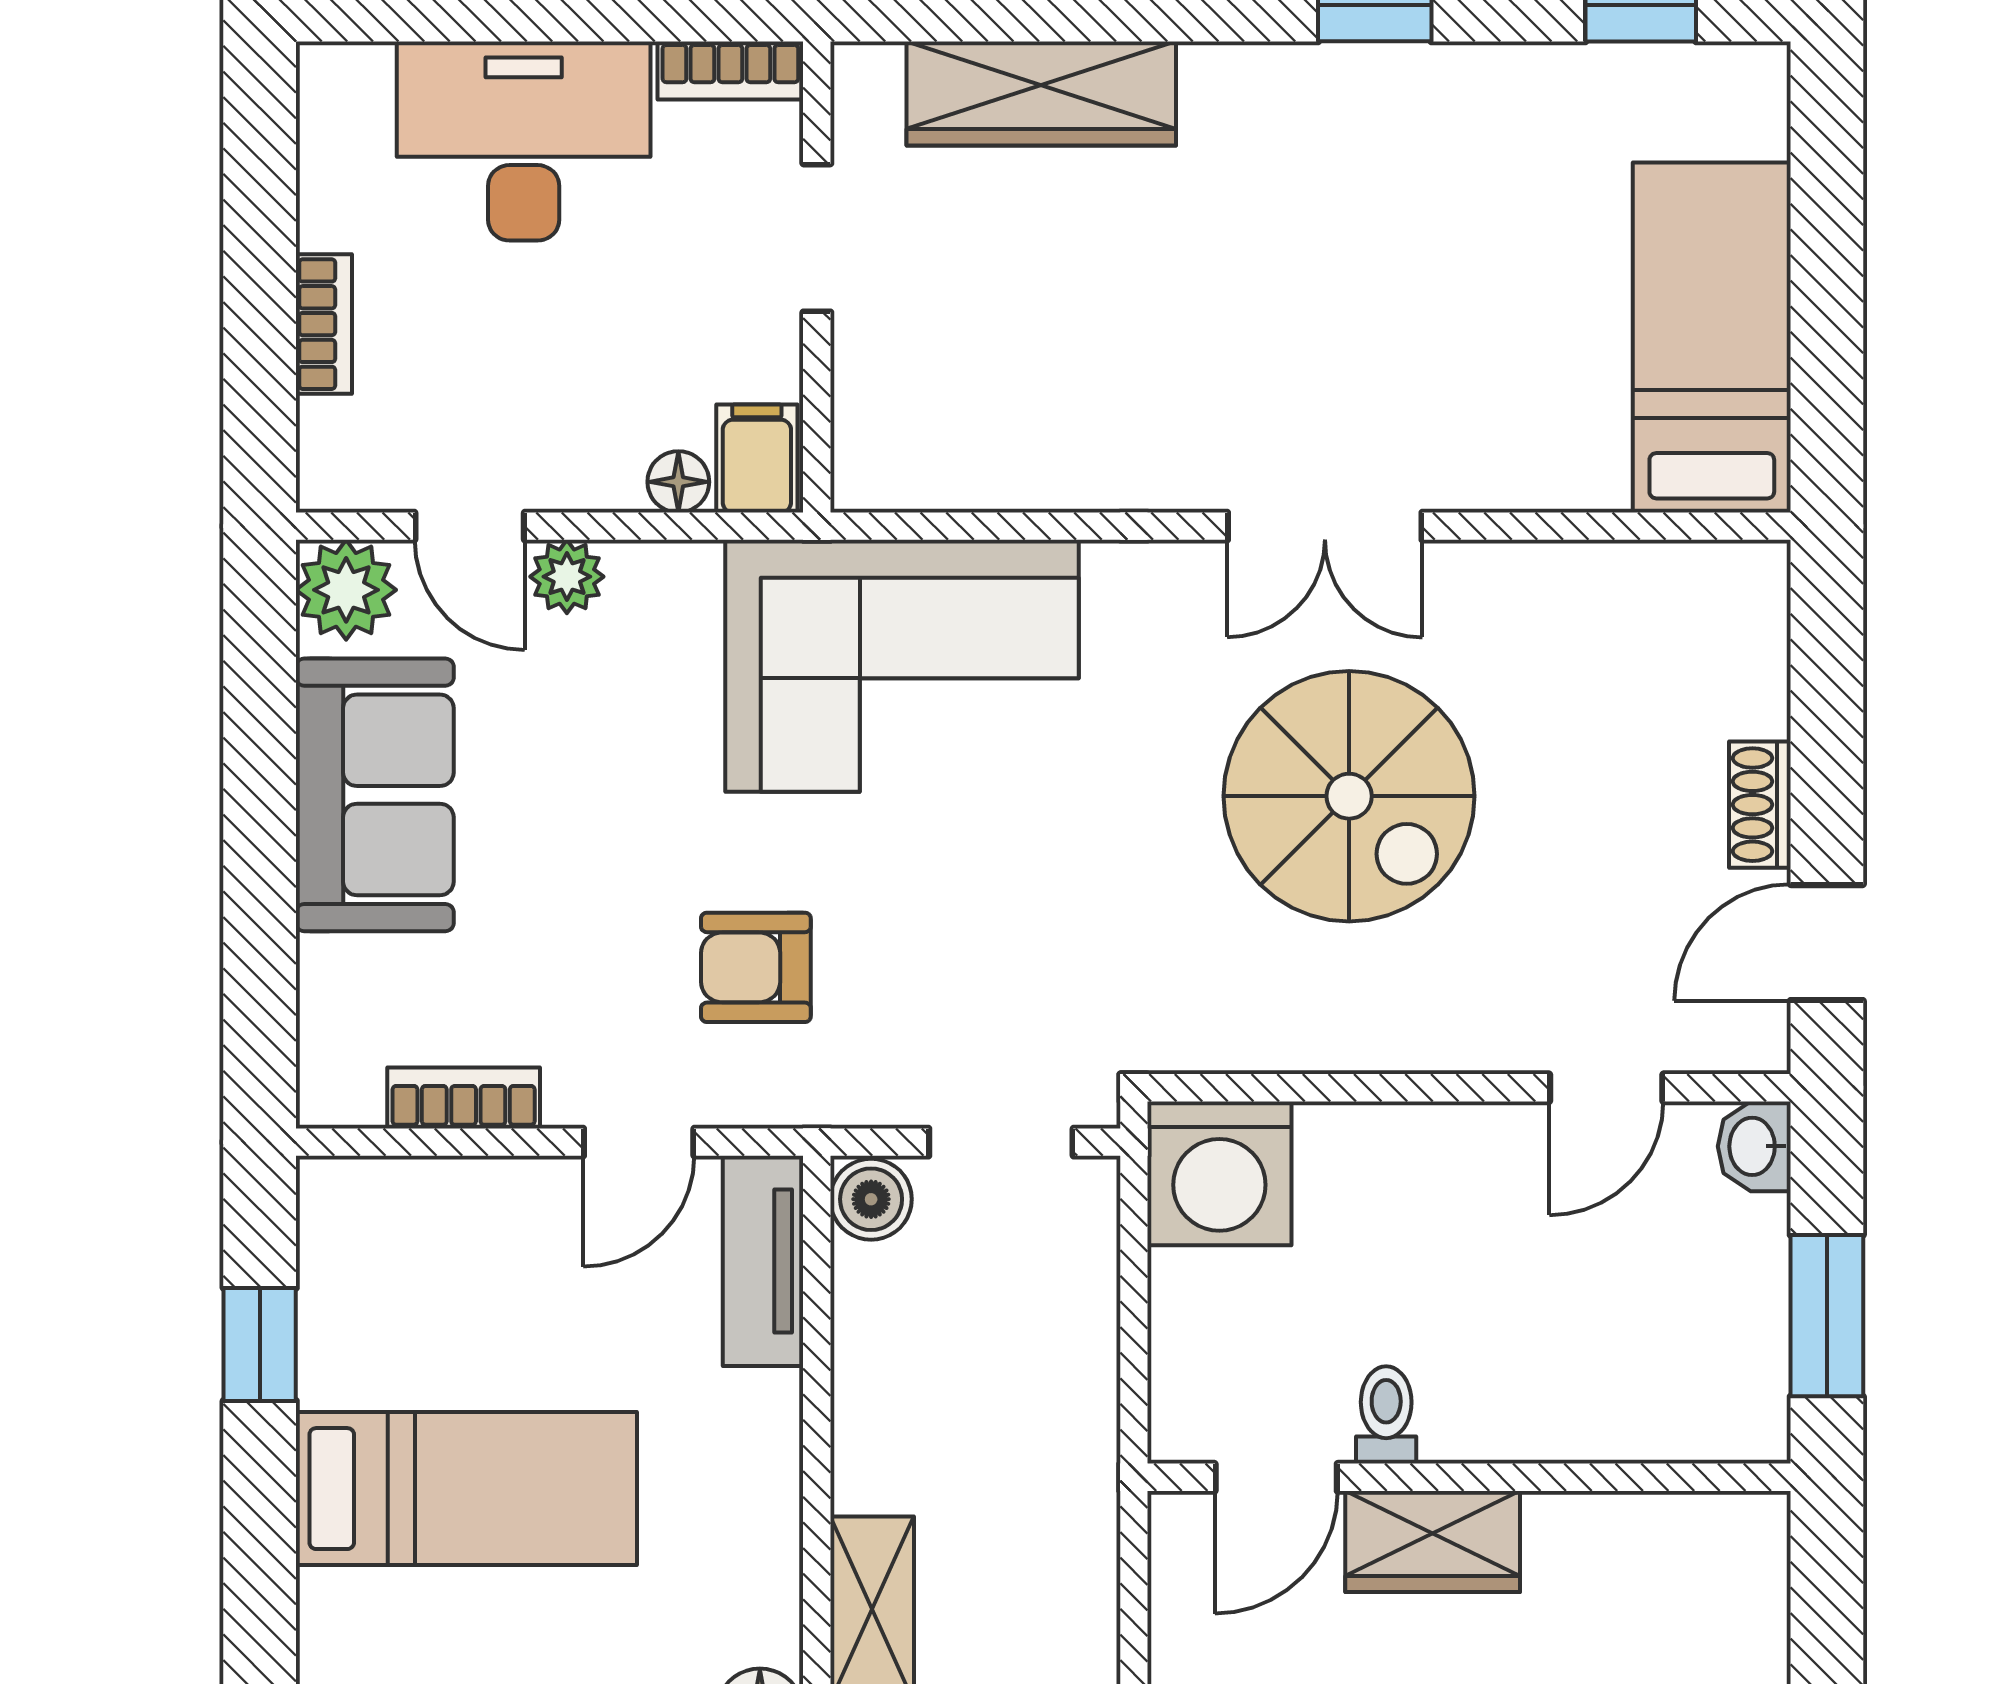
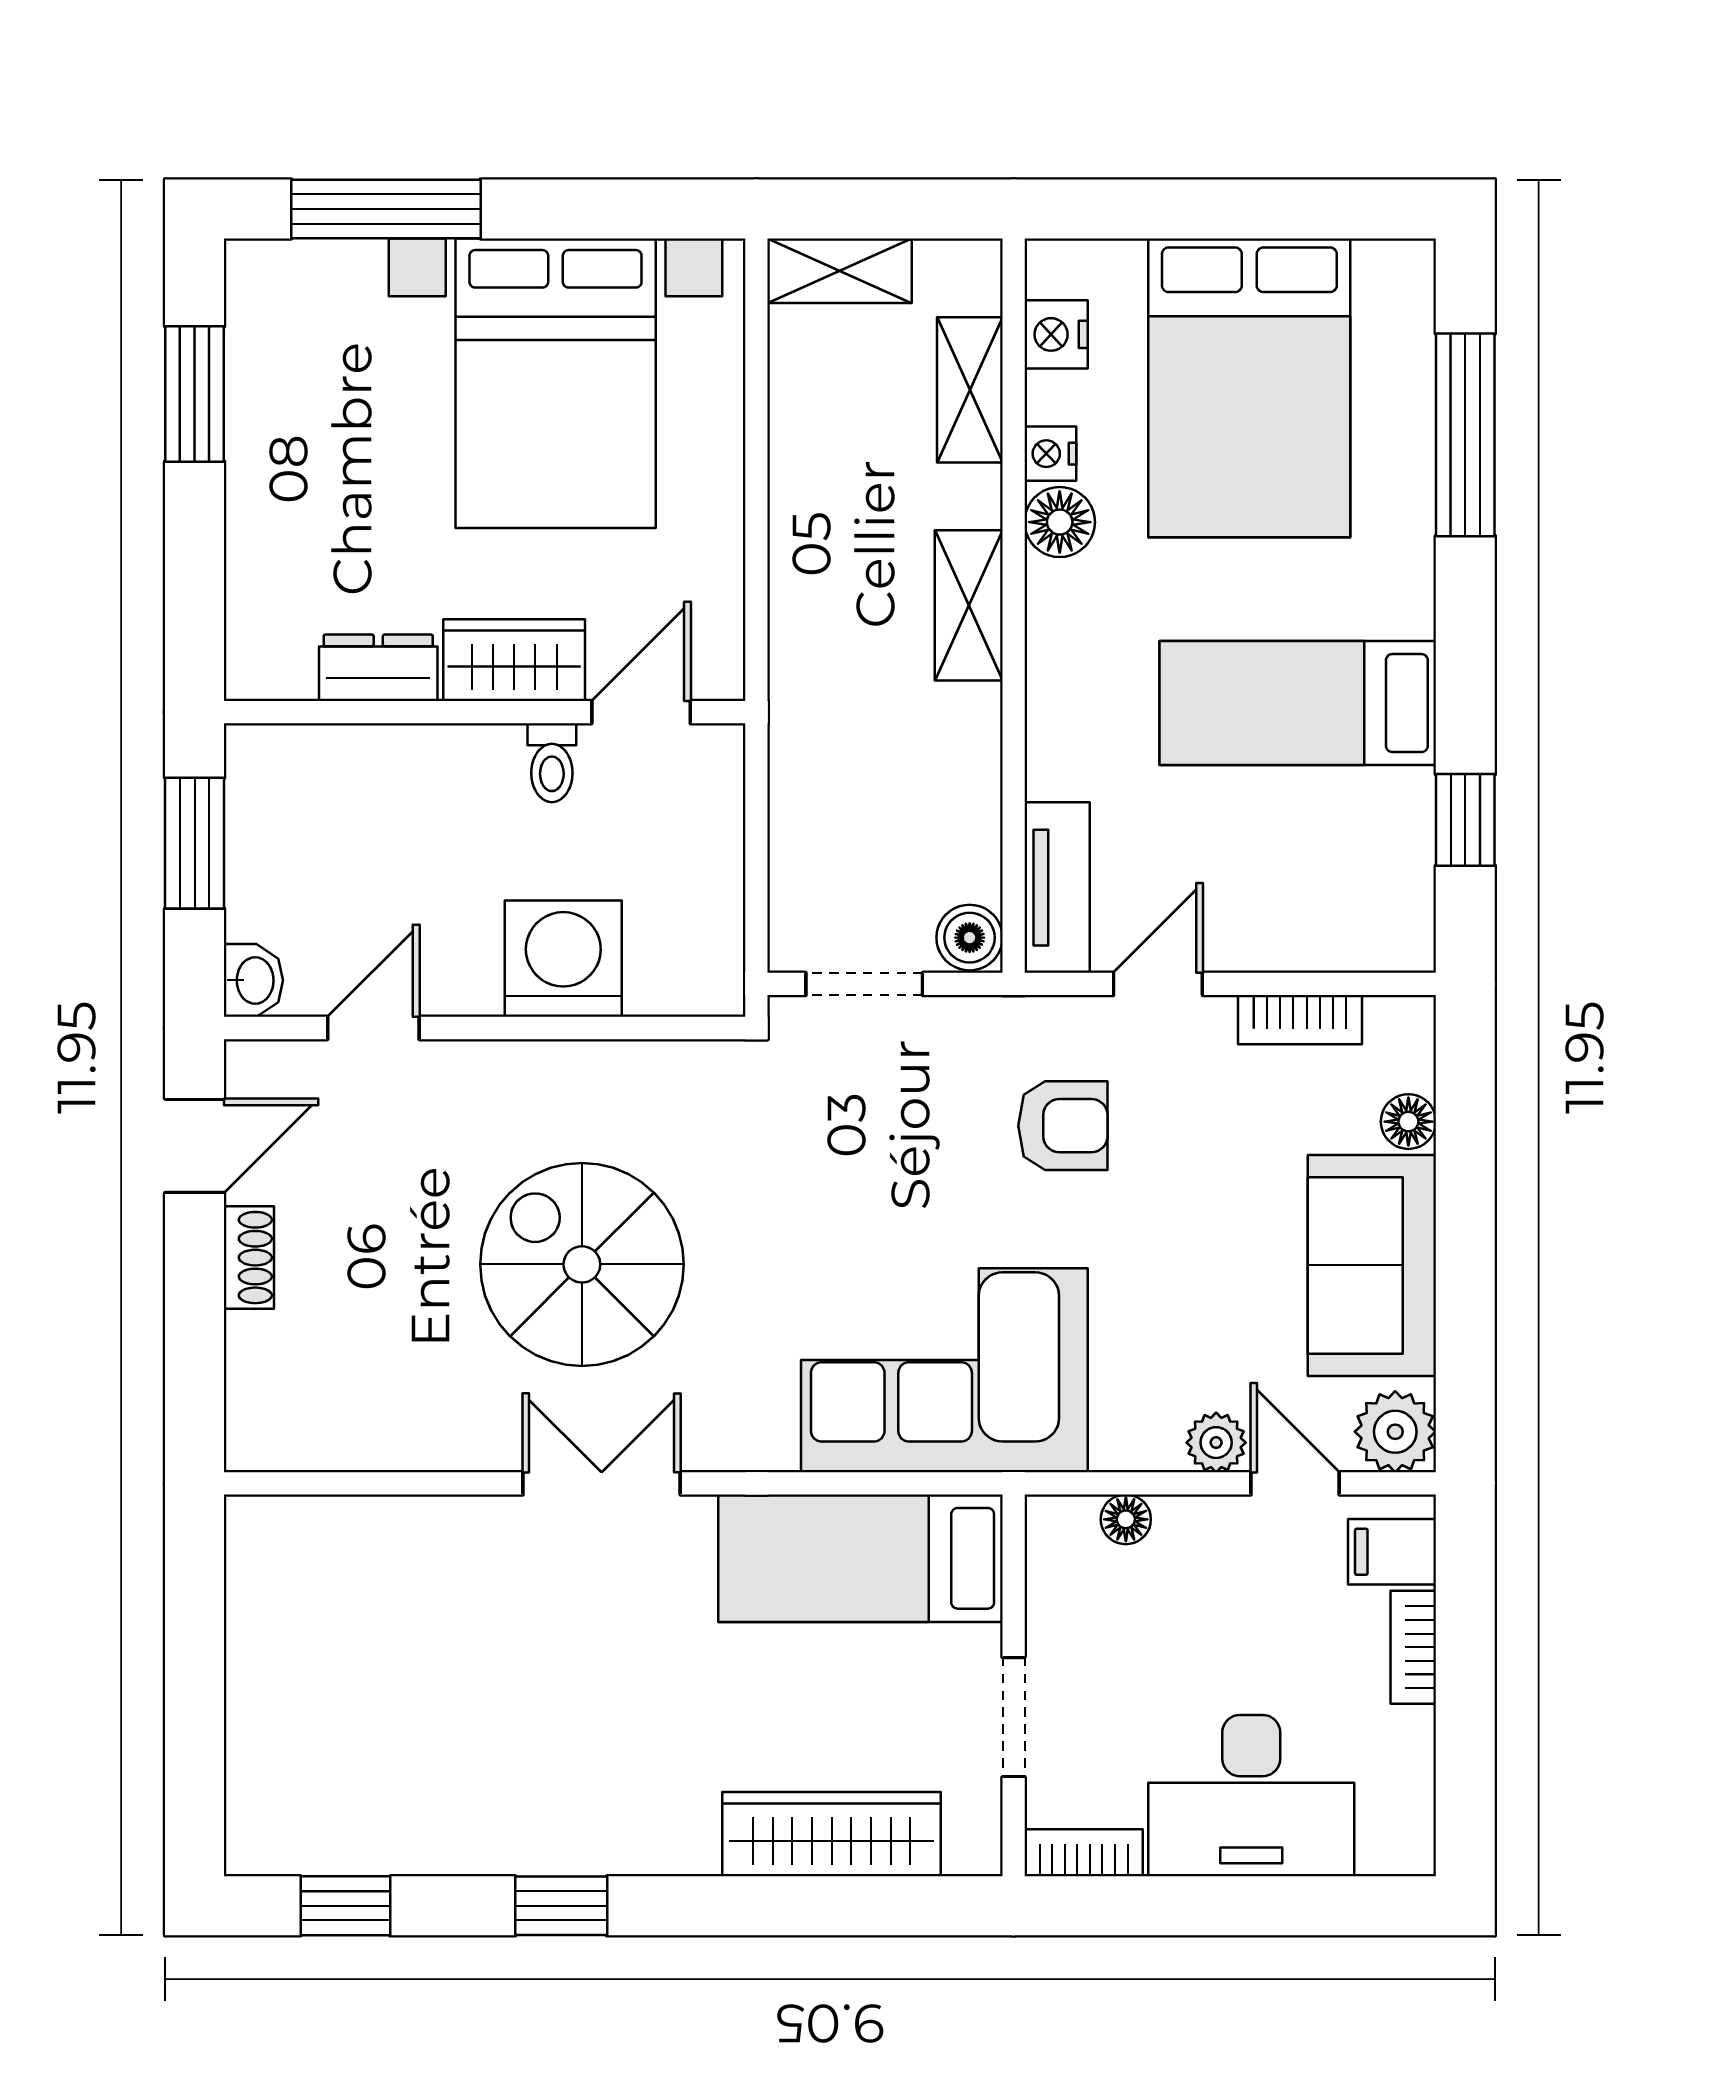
bed: (1712, 337) -> (860, 1558), moved, turned 90
filing cabinet: (757, 458) -> (1392, 1552), moved, turned 90
floor lamp: (330, 972) -> (1408, 1122), added
washing machine: (1219, 1173) -> (563, 959), moved
dresser: (1600, 1532) -> (378, 668), added

